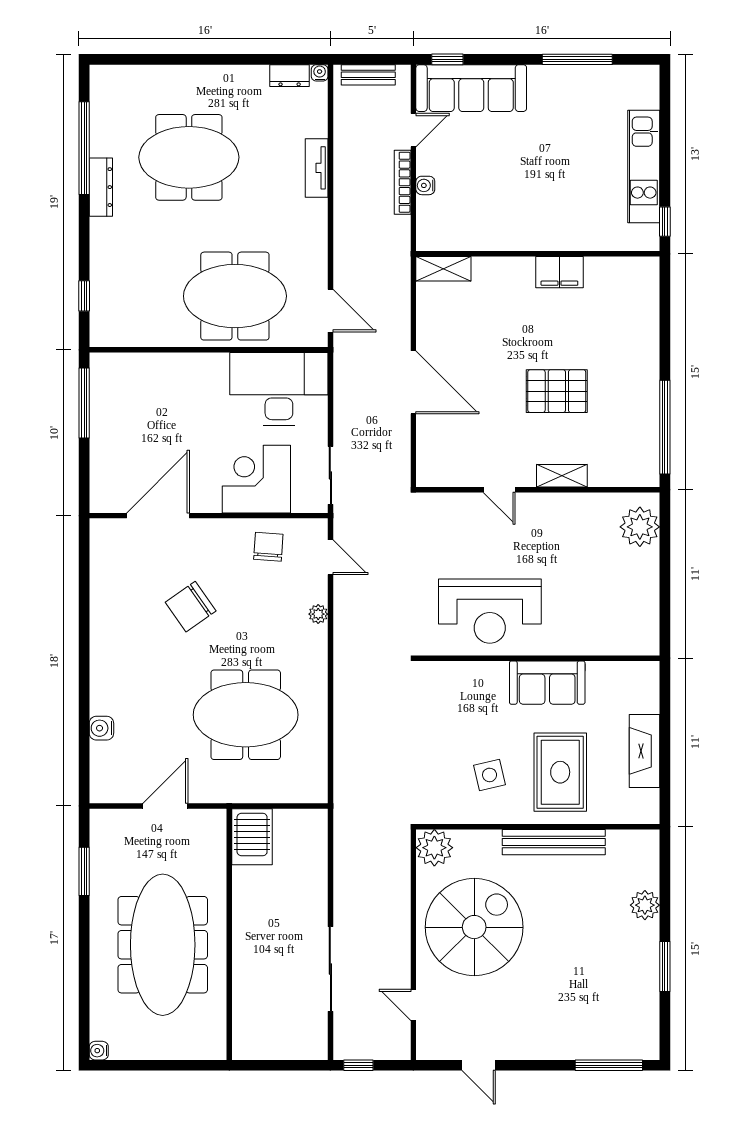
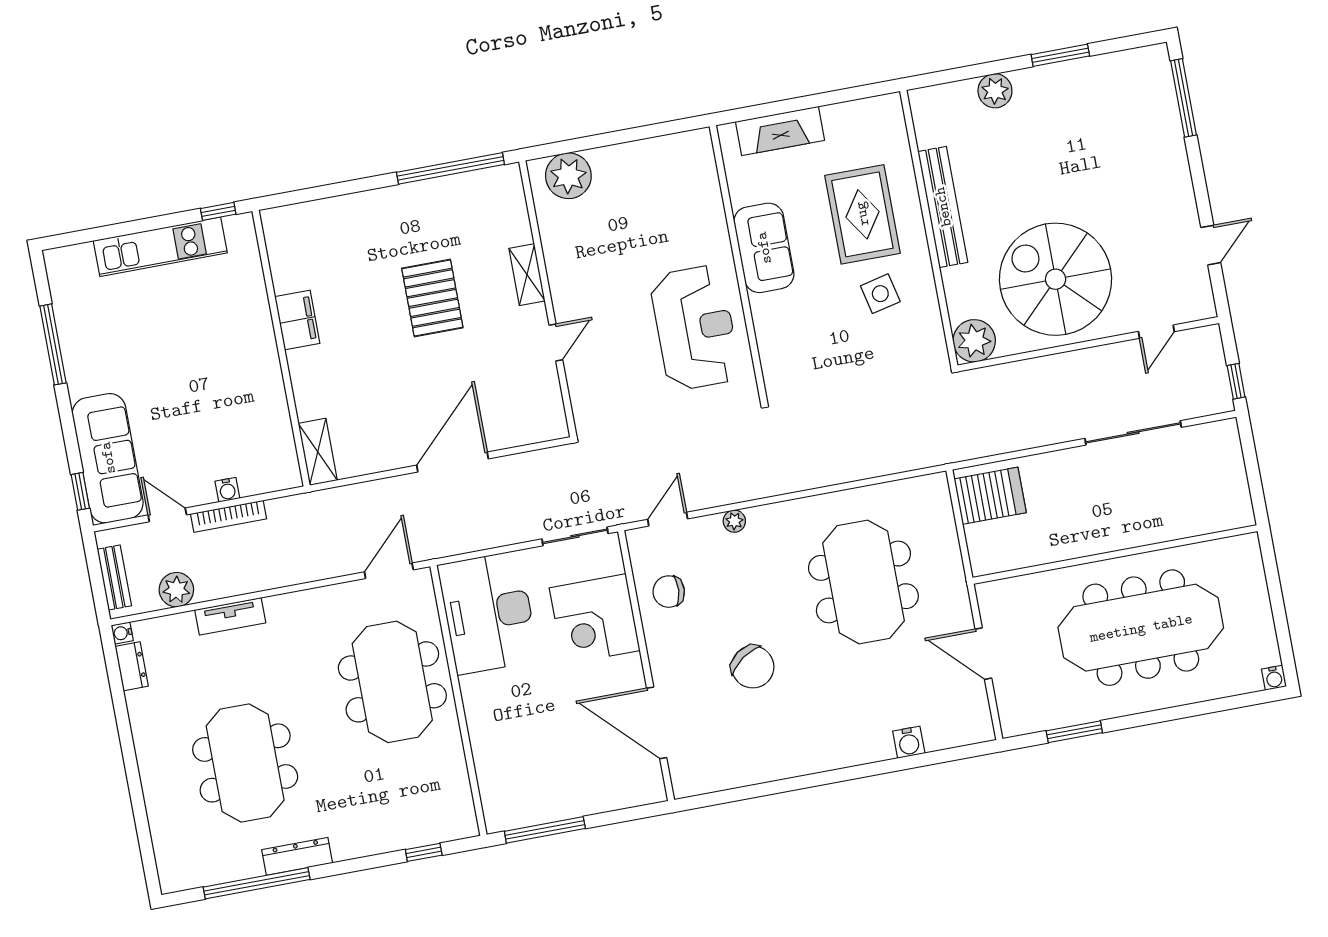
plant: (348, 126) -> (176, 590), added
fireplace: (645, 751) -> (780, 131), moved
rug: (560, 772) -> (862, 214), turned 90
server rack: (252, 837) -> (990, 496), moved

